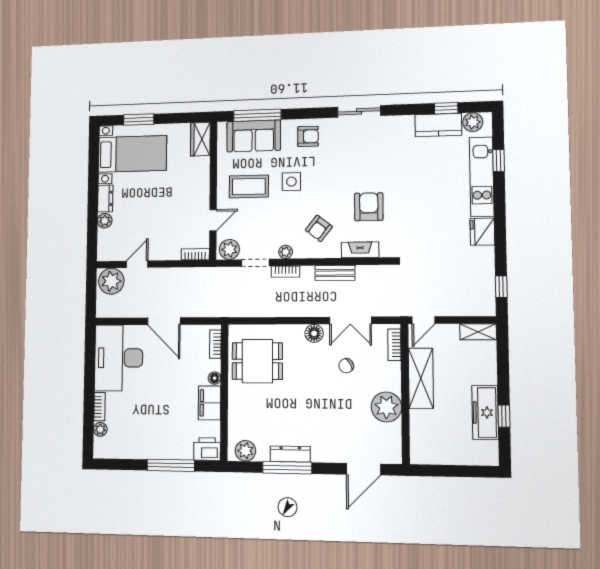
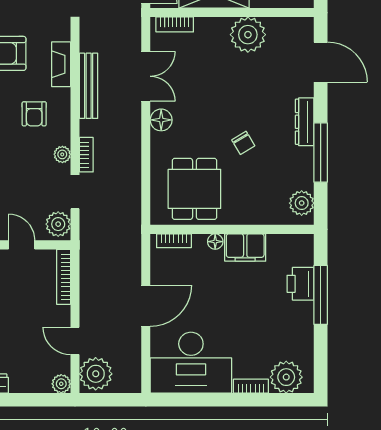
plant: (105, 221) -> (61, 384), moved
armchair: (319, 228) -> (34, 114), turned 52
bookcase: (195, 254) -> (64, 277), width x1.56
bench: (335, 273) -> (89, 86), width x1.36
chair: (346, 366) -> (243, 143), moved
plant: (100, 429) -> (286, 377), width x1.87, depth x1.87
printer: (207, 449) -> (301, 284), moved
dresser: (290, 454) -> (305, 122), moved

